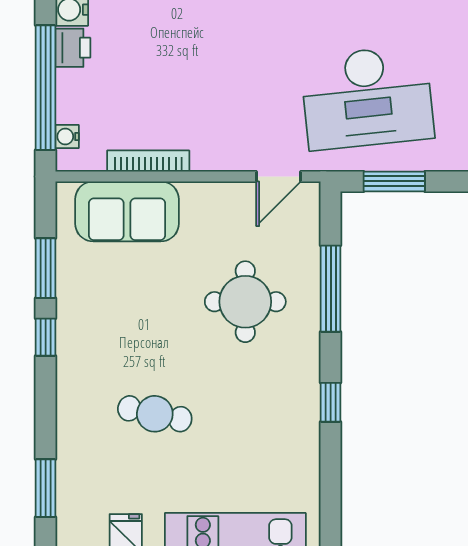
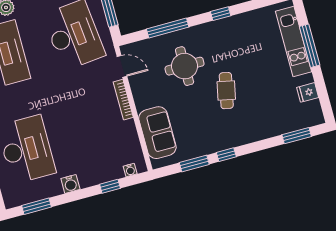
printer: (73, 48) -> (88, 179), removed
window: (46, 88) -> (110, 186), width x0.32
bookcase: (148, 161) -> (123, 100), moved
cafe table: (155, 414) -> (226, 91), moved

